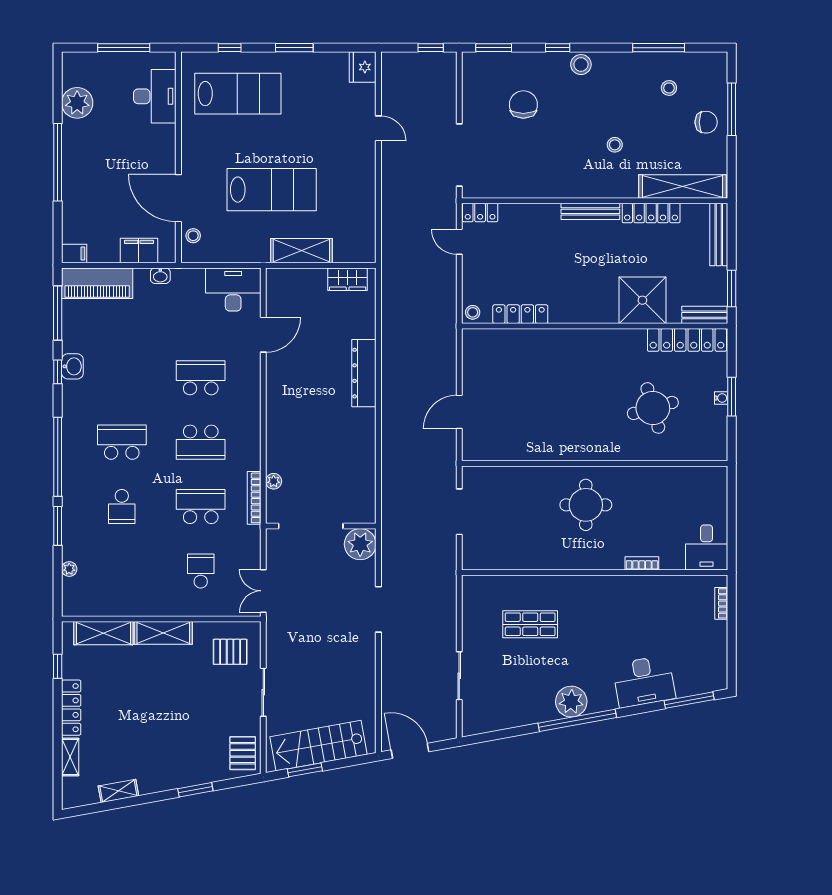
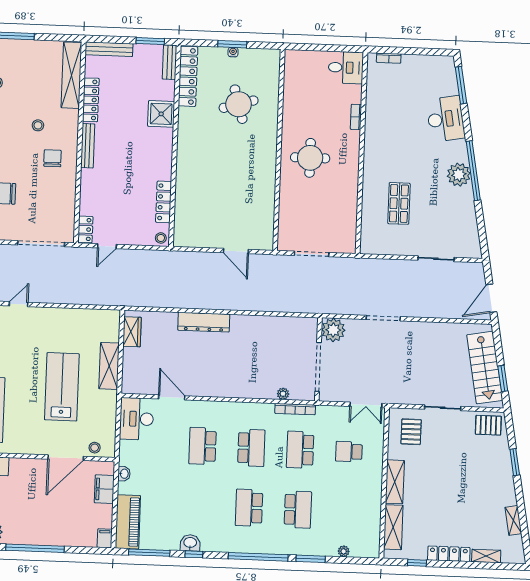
chair: (706, 122) -> (52, 158), moved
shower: (642, 300) -> (161, 114), width x0.73, depth x0.73
school desk: (122, 507) -> (298, 510), width x1.85

